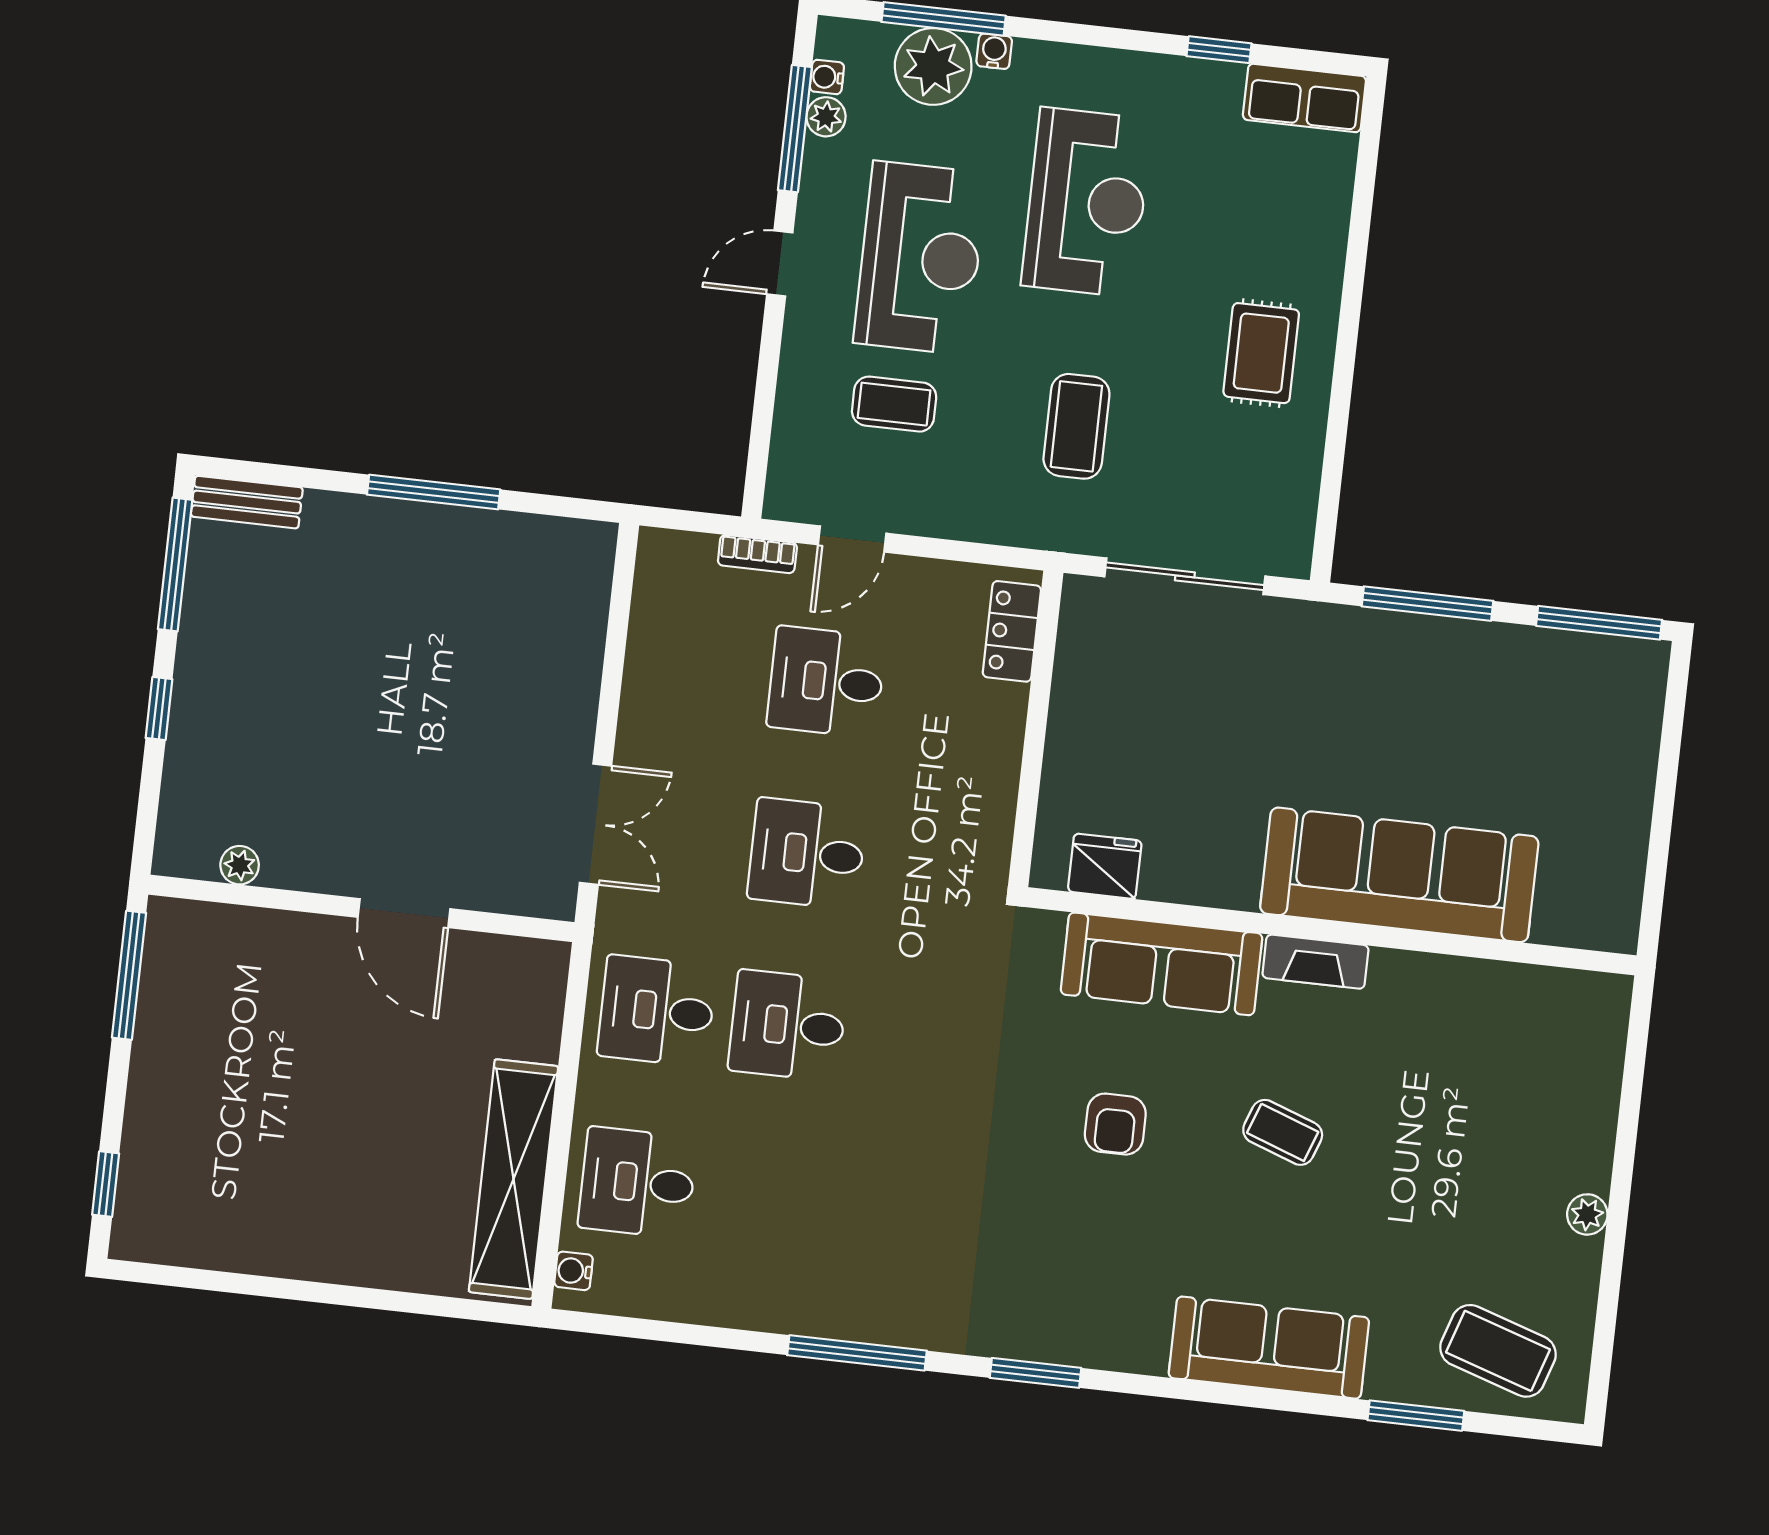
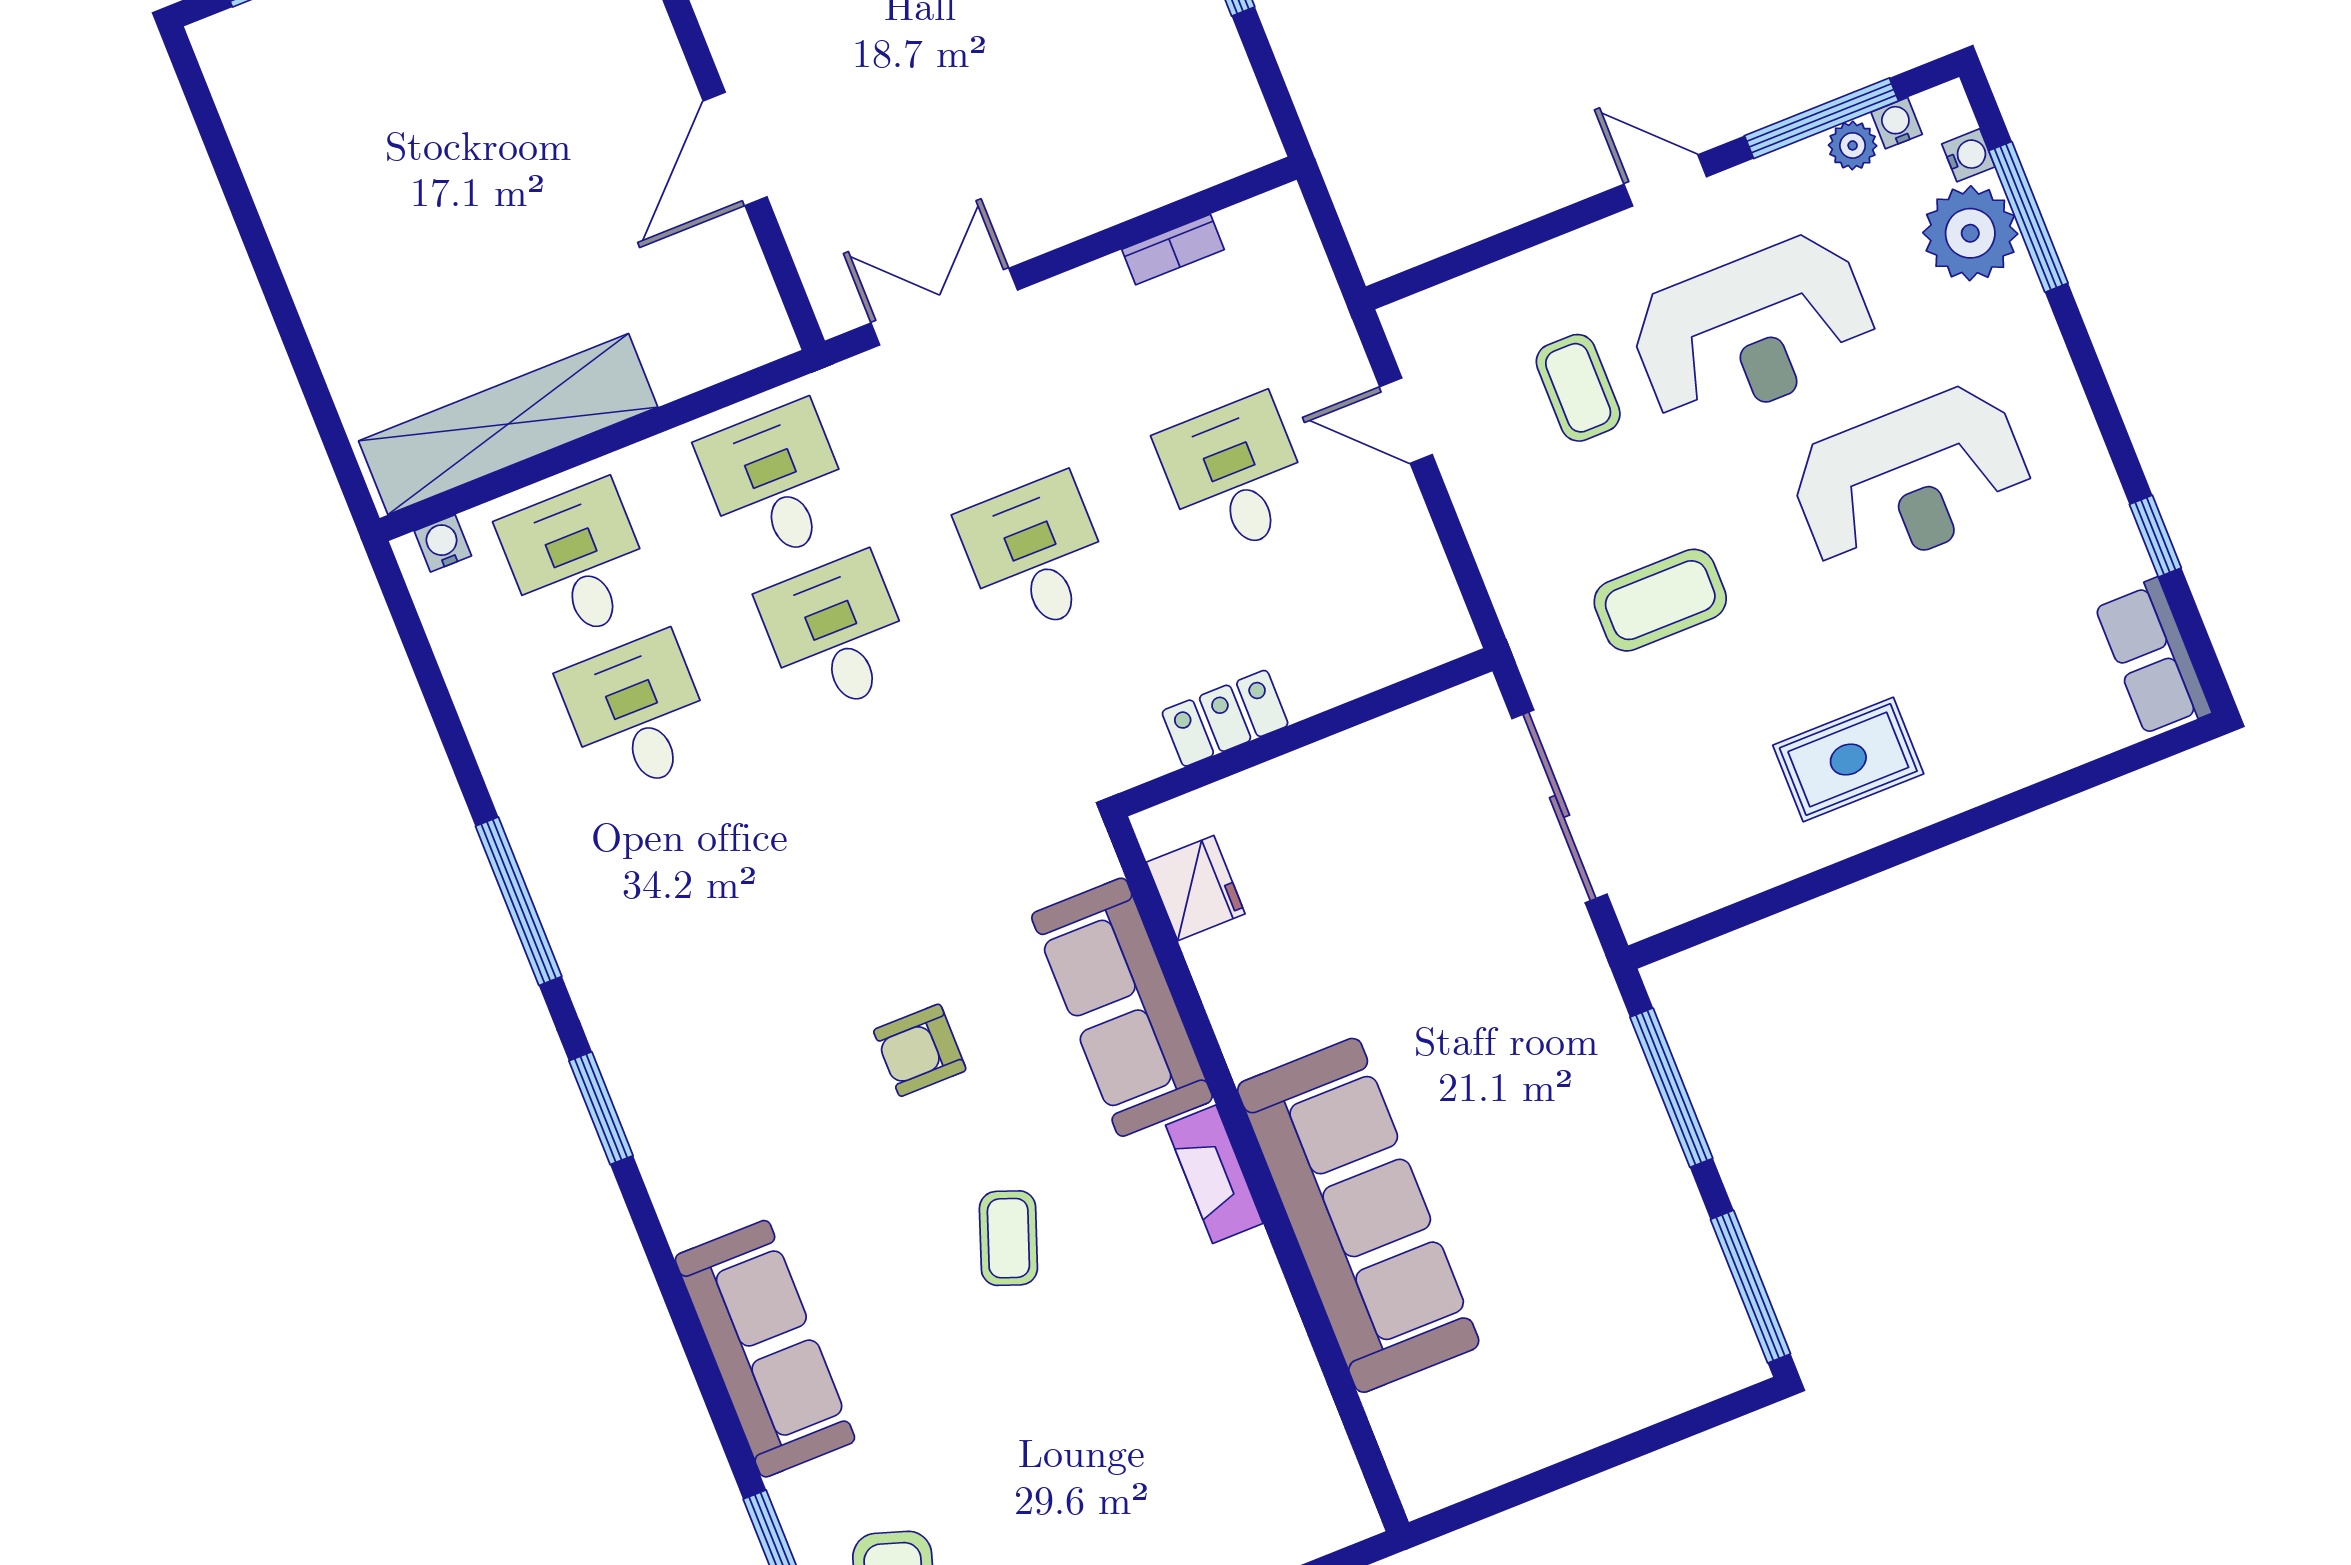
water cooler: (994, 51) -> (1968, 155), moved
bookcase: (757, 554) -> (1173, 250), moved, turned -90
locker: (1012, 631) -> (1225, 718), moved
double door: (596, 824) -> (944, 307), swing flipped
desk: (768, 1197) -> (637, 714), added

